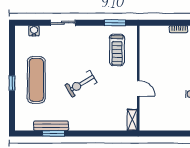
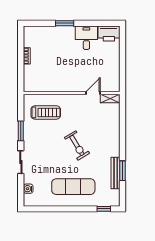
window: (115, 23) -> (21, 131), moved
window: (12, 83) -> (104, 209), moved
door: (138, 88) -> (93, 93), moved

